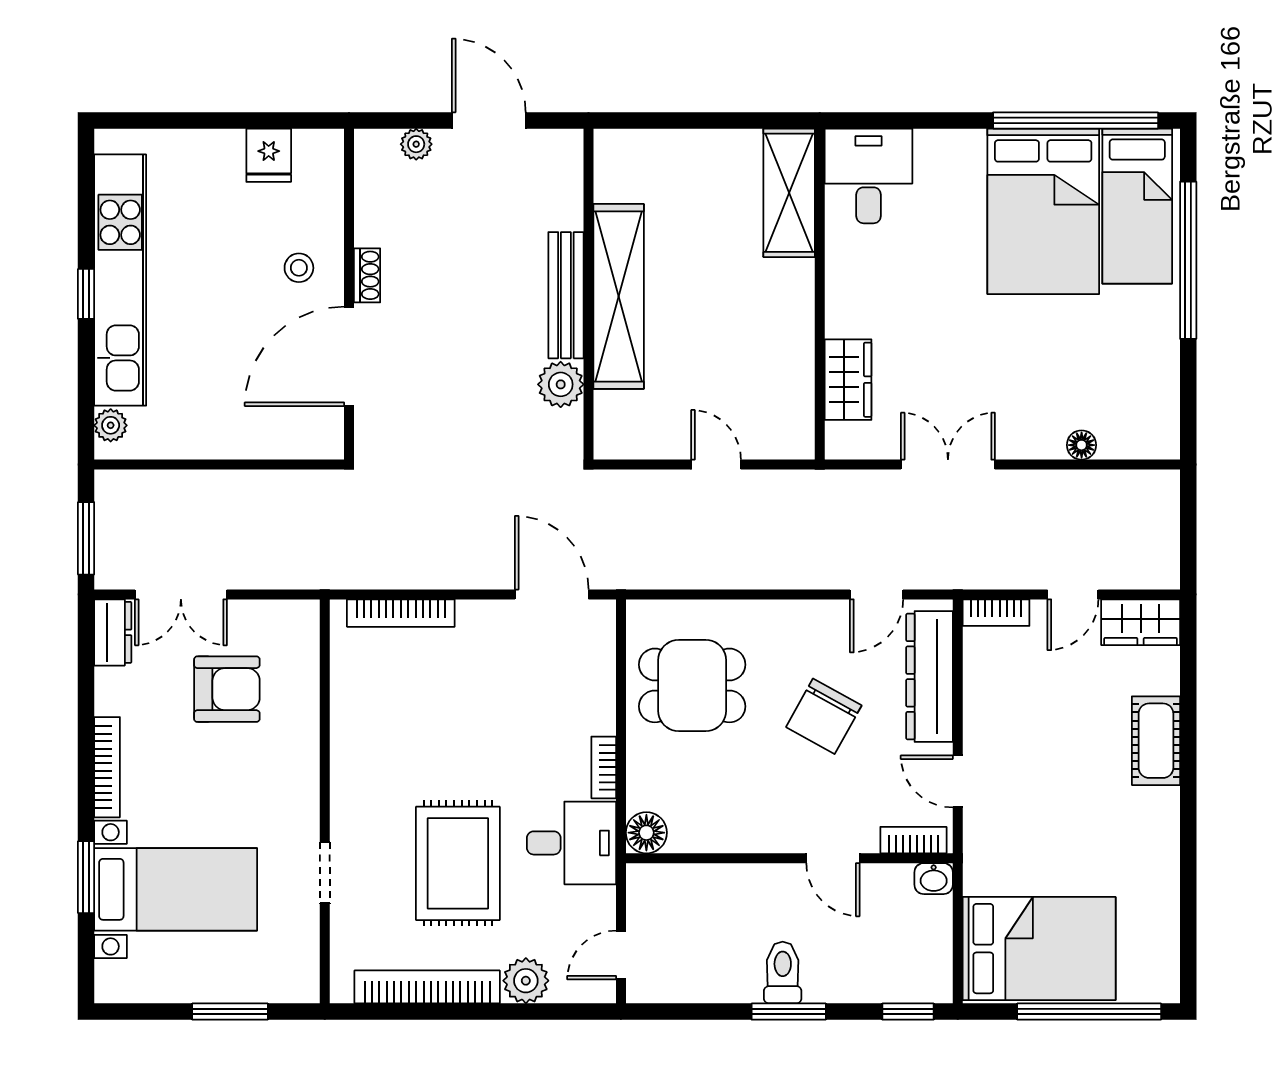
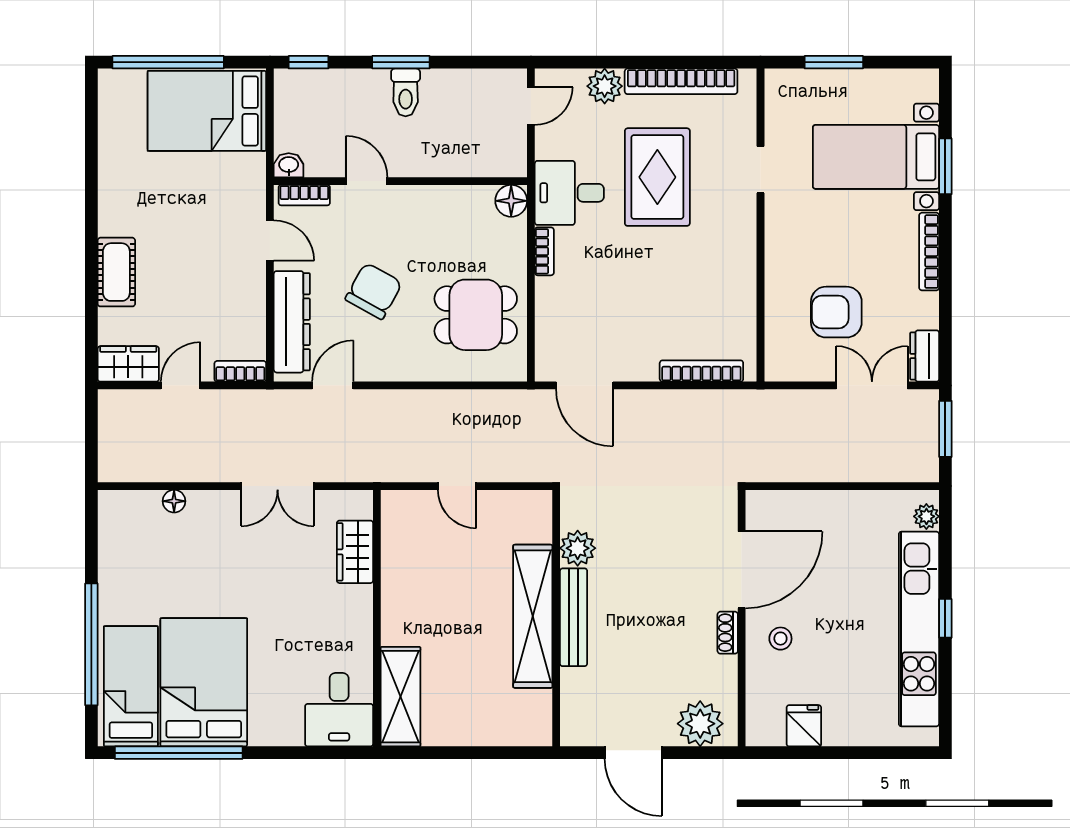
plant: (416, 144) -> (700, 724), width x1.87, depth x1.87

